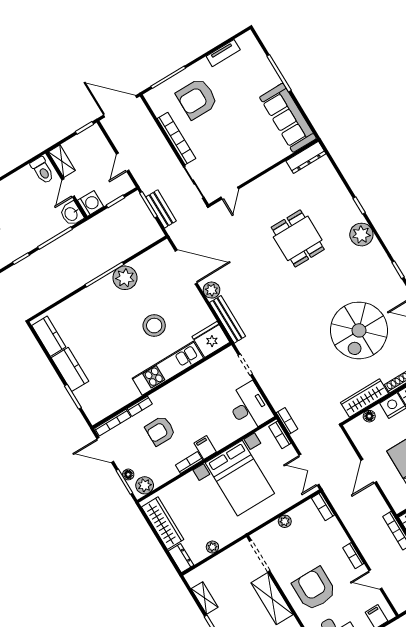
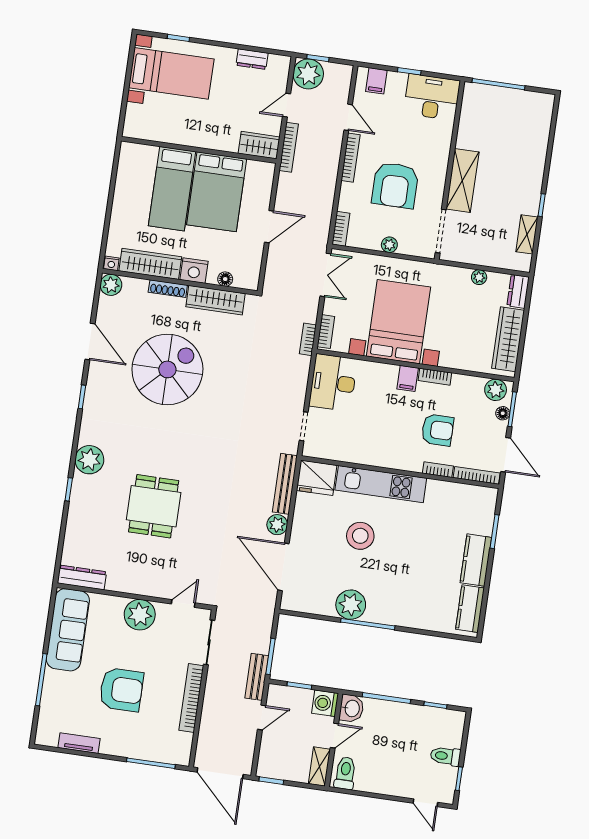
armchair: (197, 99) -> (121, 690), moved
plant: (251, 164) -> (140, 615), added
bench: (161, 209) -> (257, 677), moved
bookcase: (353, 556) -> (351, 158), width x1.56
armchair: (314, 589) -> (395, 185), moved

